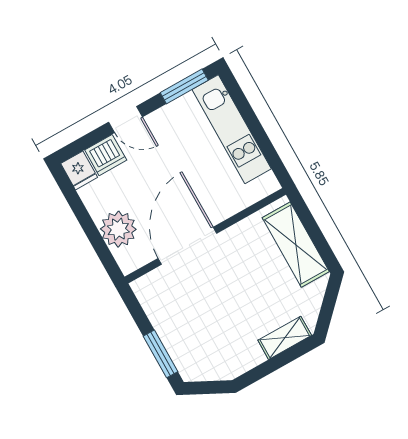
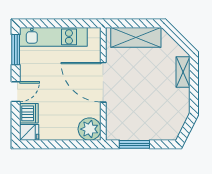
plant: (118, 229) -> (90, 129), moved
door: (187, 246) -> (103, 82), moved
window: (161, 354) -> (134, 144), moved

